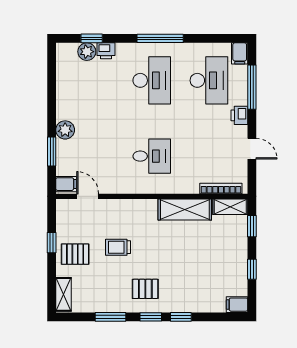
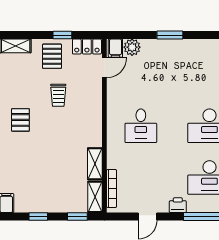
plant: (65, 130) -> (132, 47), moved
window: (52, 152) -> (170, 35), moved
shelving: (185, 210) -> (95, 164), width x0.67, depth x0.75
locker: (64, 216) -> (87, 47), added
trolley: (118, 247) -> (58, 95), turned 180

